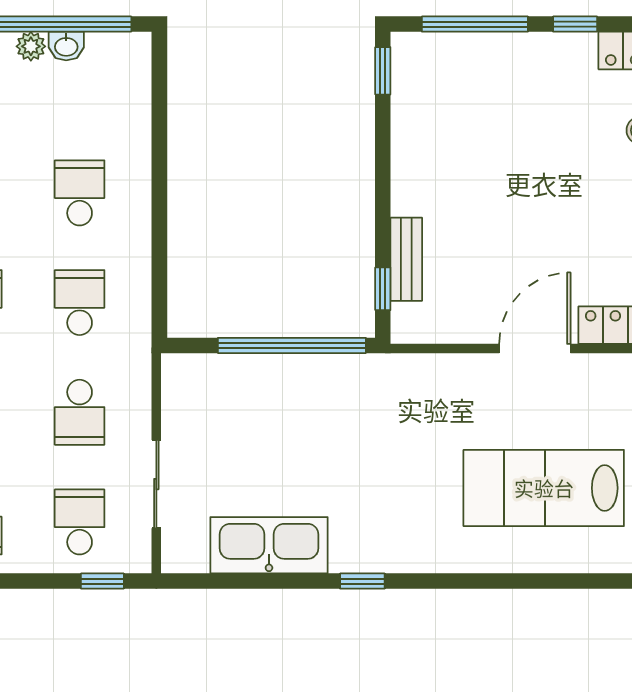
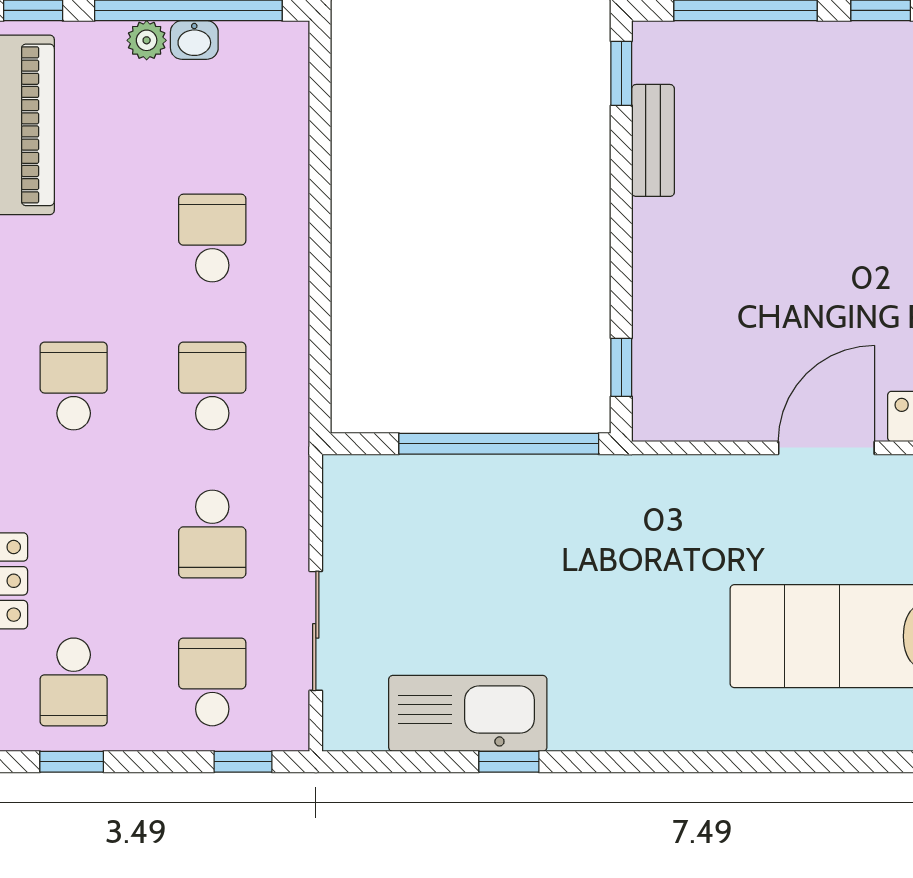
bench: (406, 259) -> (653, 140), moved
window: (362, 581) -> (509, 762), moved

